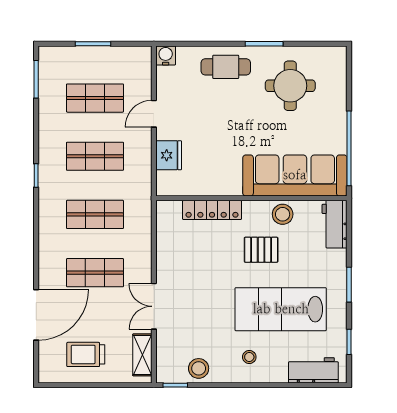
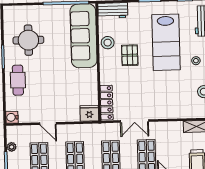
plant: (117, 54) -> (12, 147), added
fridge: (169, 155) -> (89, 113), moved
locker: (212, 210) -> (107, 103), moved
double door: (154, 306) -> (134, 121), moved

